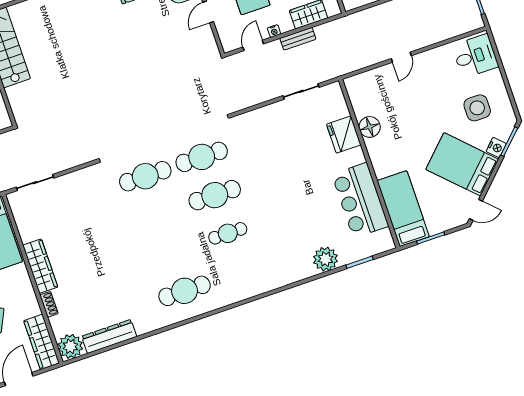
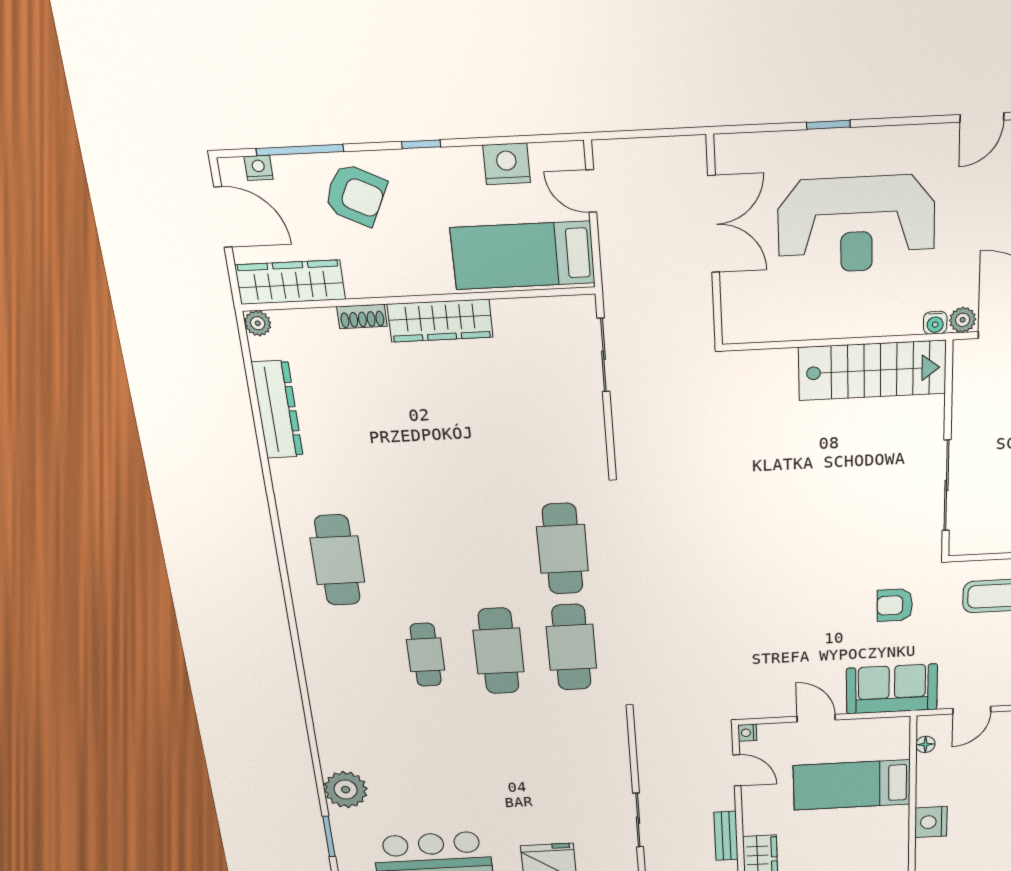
nightstand: (274, 31) -> (747, 733), moved
plant: (70, 346) -> (258, 323), width x0.53, depth x0.53

